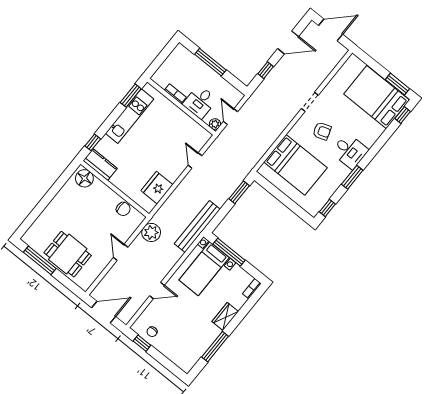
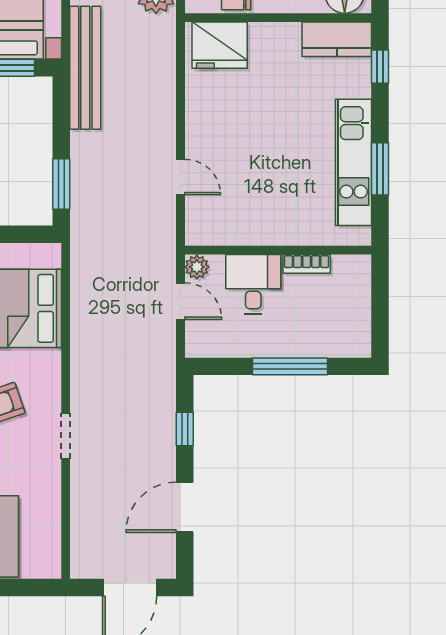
window: (131, 96) -> (380, 169), moved
fridge: (157, 188) -> (220, 45), moved, turned 90

